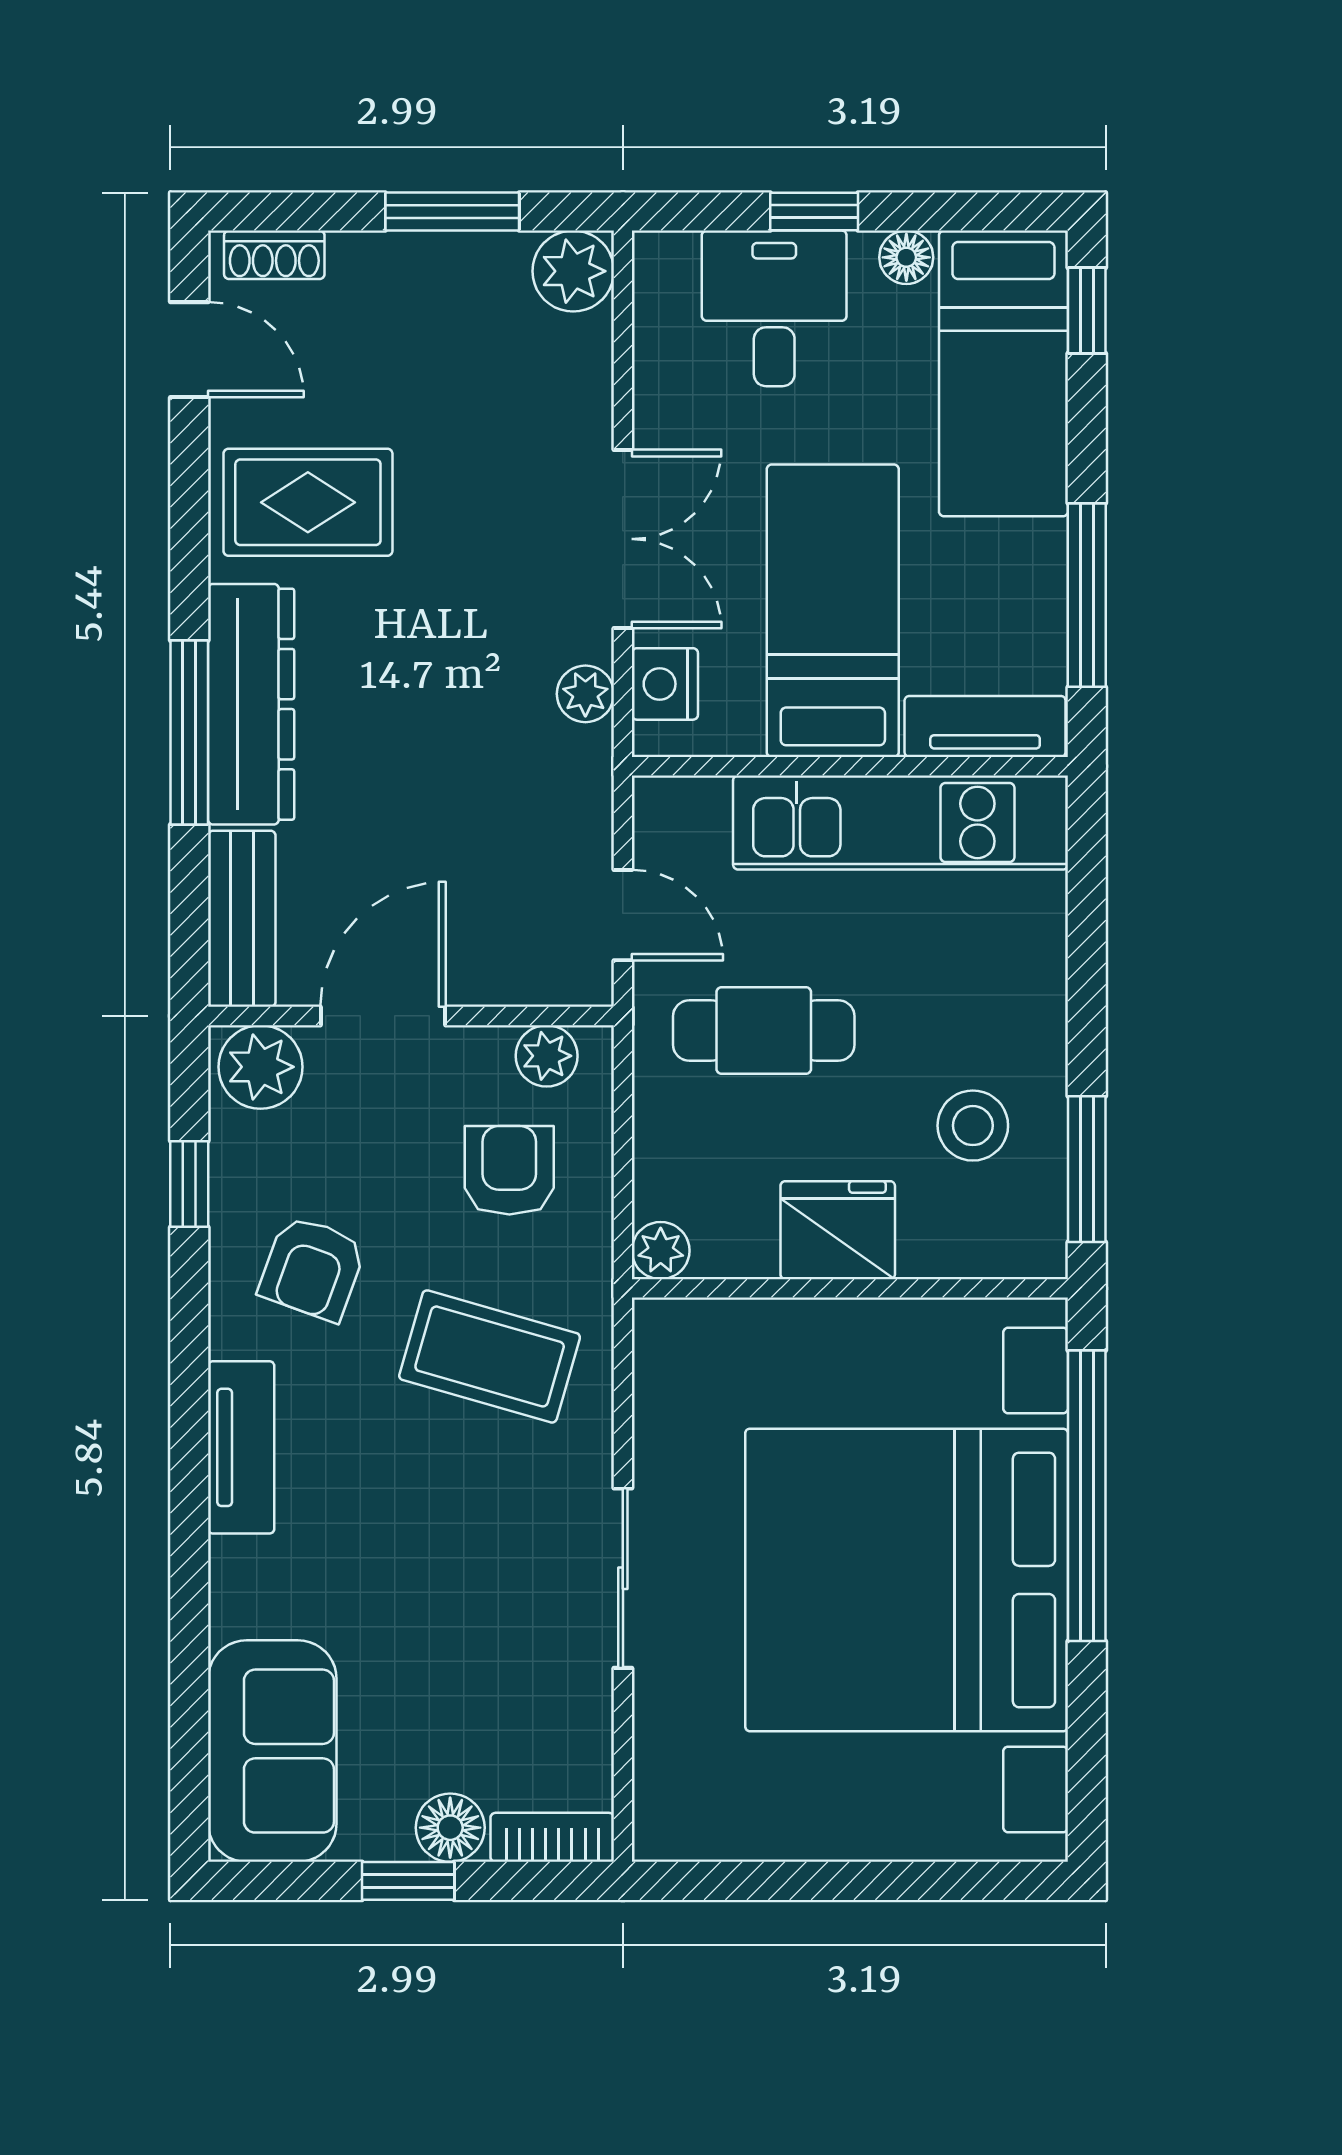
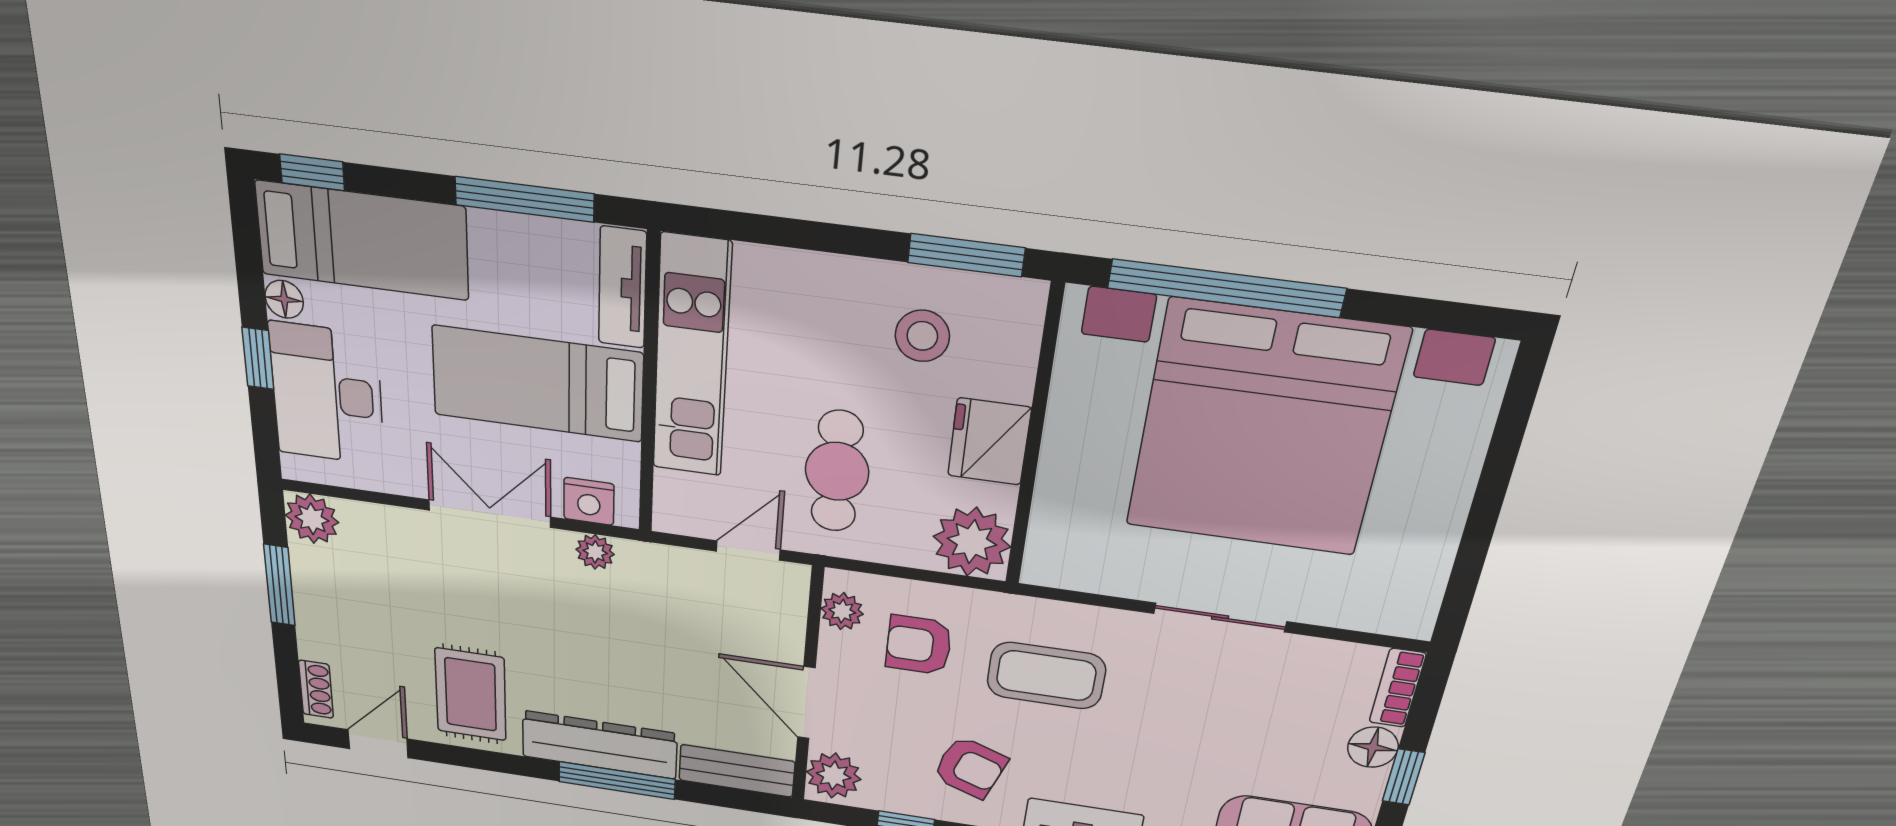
desk: (774, 308) -> (327, 394), width x1.37
plant: (661, 1251) -> (972, 542), width x1.87, depth x1.87
coffee table: (490, 1356) -> (1046, 676), turned 74

